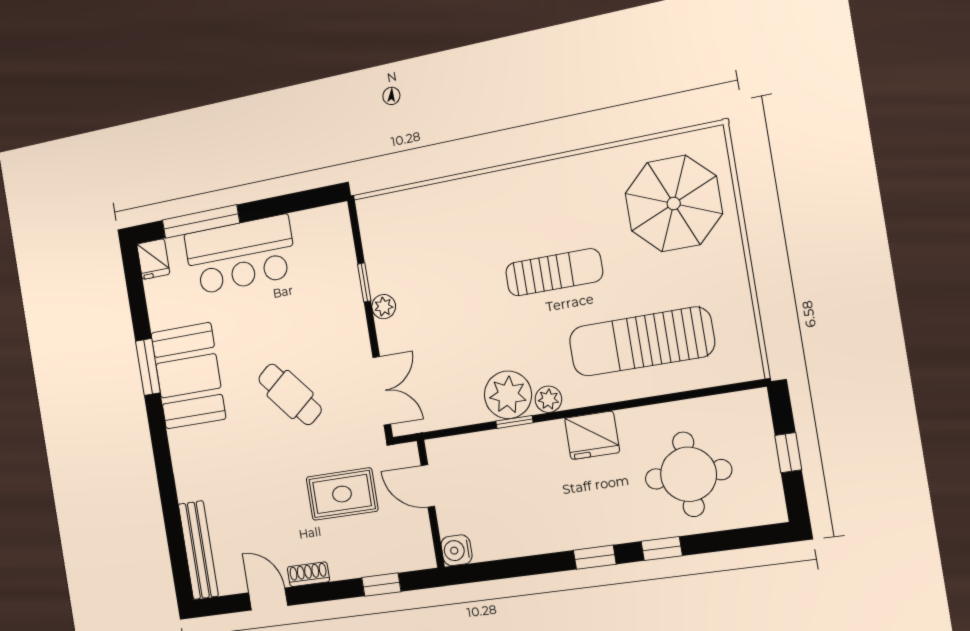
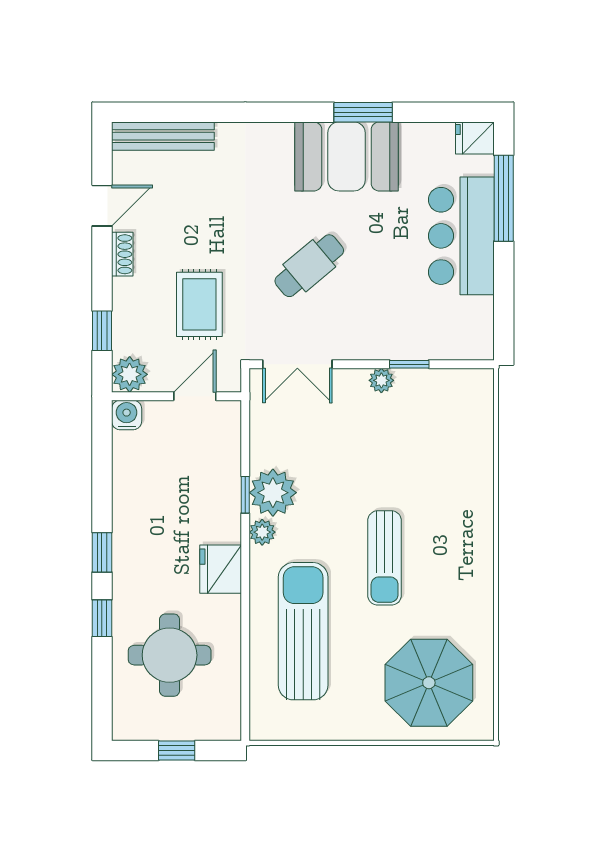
plant: (418, 552) -> (130, 374), added

